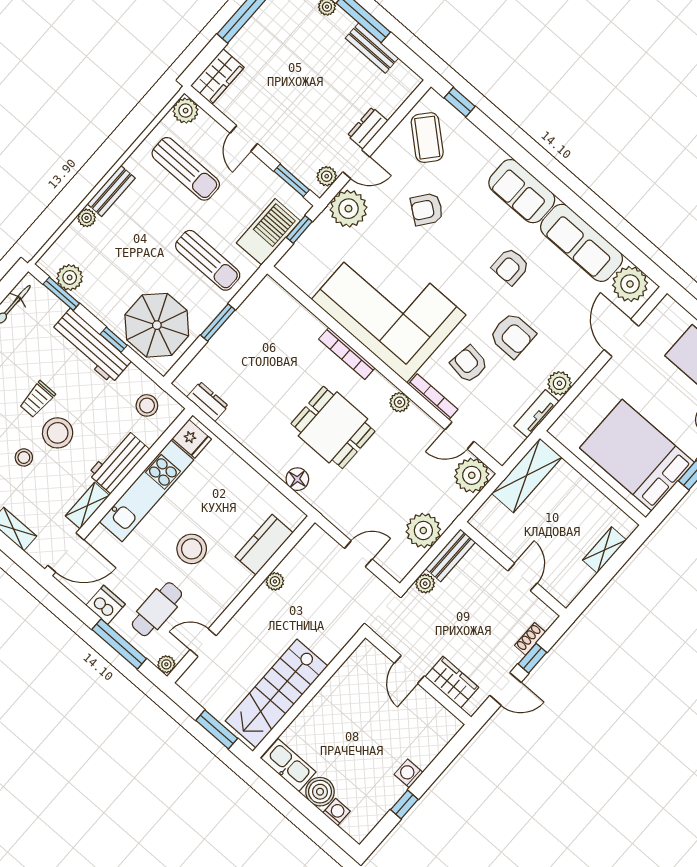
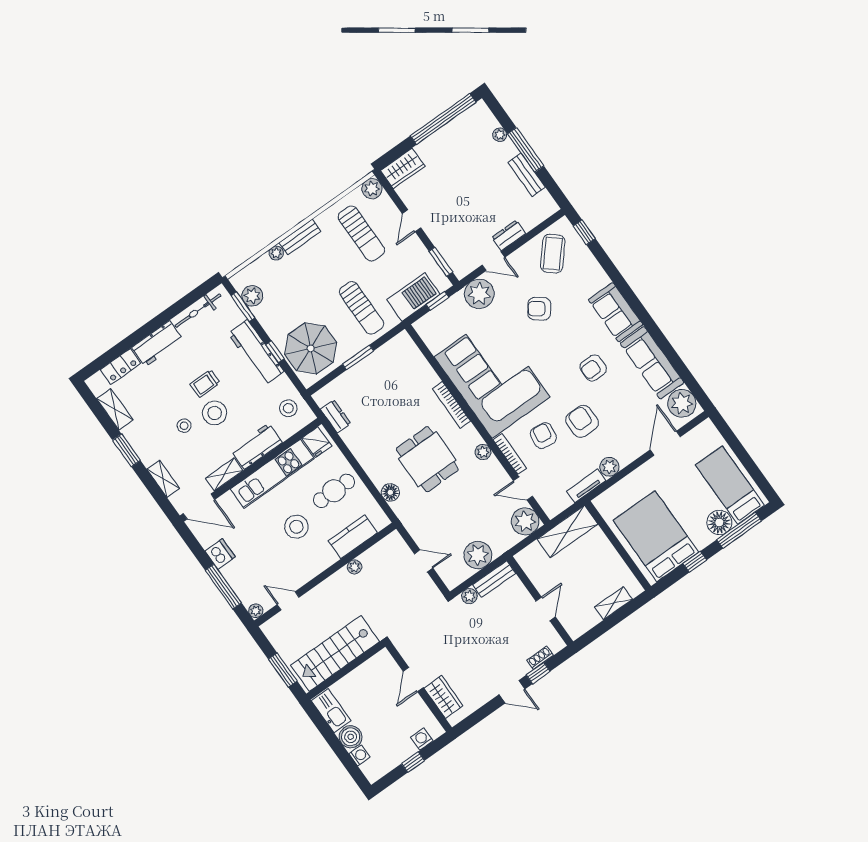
plant: (327, 176) -> (468, 265), removed
armchair: (512, 335) -> (582, 421), turned 180
cafe table: (157, 609) -> (334, 491), moved
door: (409, 669) -> (413, 679), moved
wall: (418, 677) -> (419, 687), moved
wardrobe: (452, 682) -> (444, 697), moved

